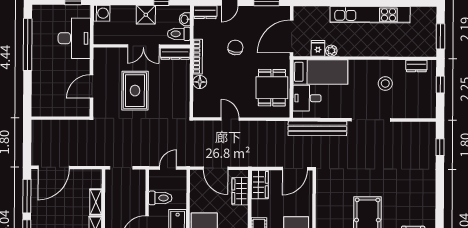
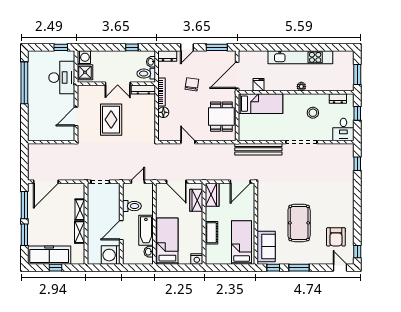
shower: (146, 15) -> (85, 72), moved
plant: (331, 51) -> (301, 87), moved
desk: (307, 98) -> (343, 129), moved, turned -90

